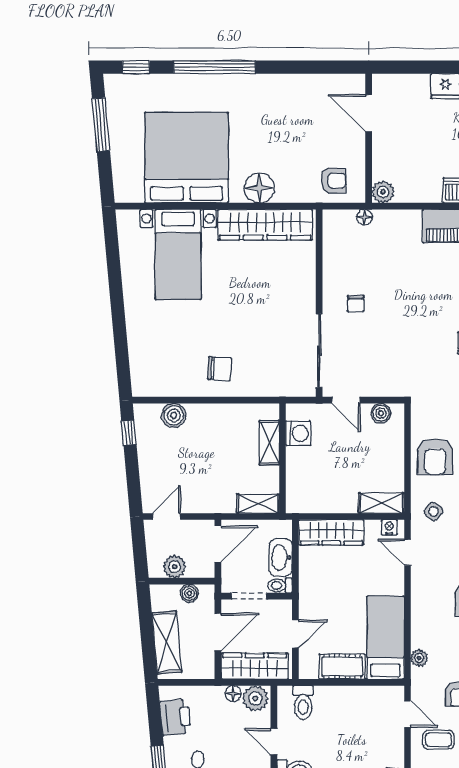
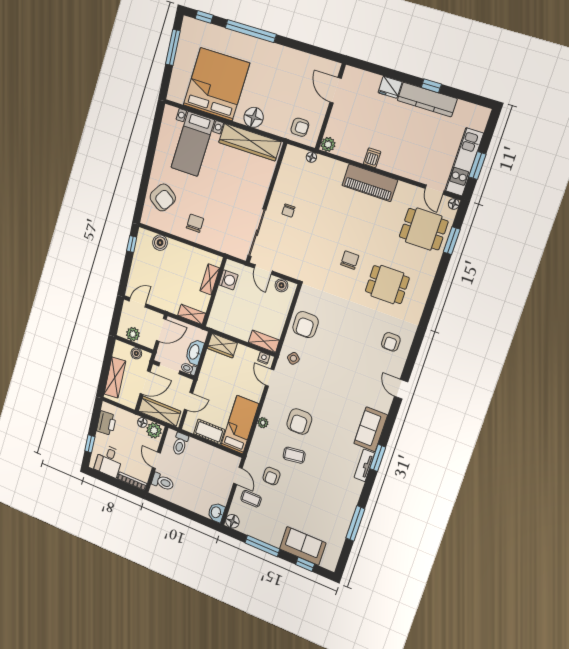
armchair: (156, 348) -> (163, 197), added
chair: (219, 369) -> (195, 223), turned -93
wardrobe: (331, 532) -> (222, 346), width x0.67
plant: (419, 658) -> (263, 423), moved

